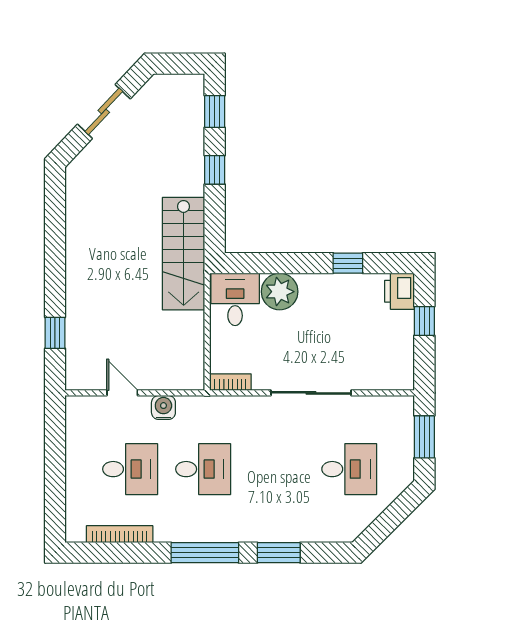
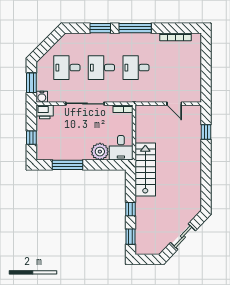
window: (348, 263) -> (68, 165), width x2.17
printer: (399, 291) -> (45, 112), moved, turned 90
water cooler: (163, 407) -> (42, 97), moved
desk: (130, 469) -> (101, 68), moved

